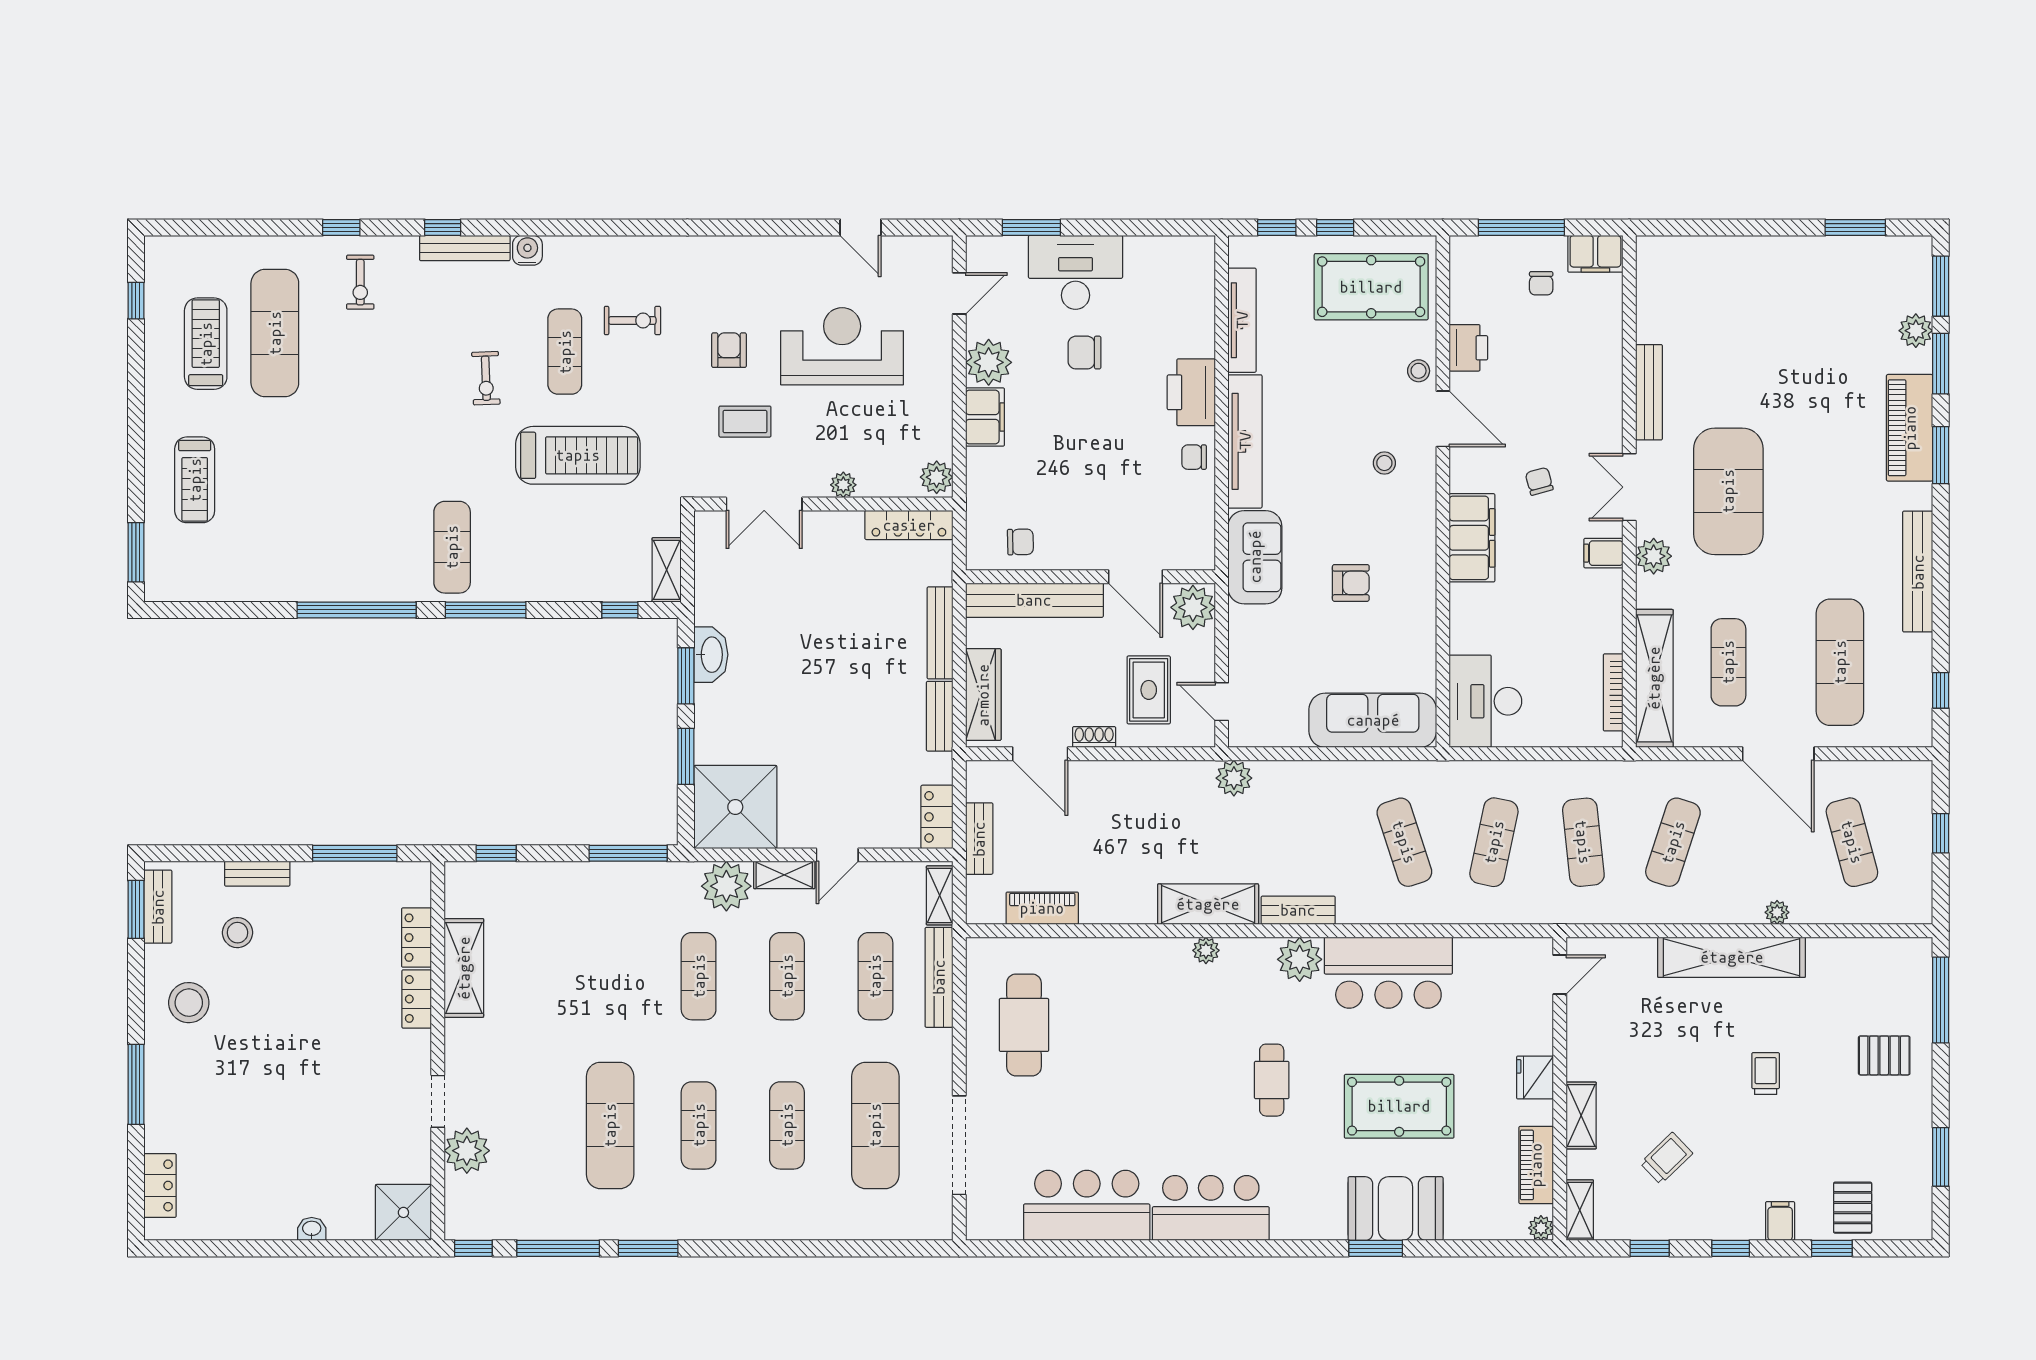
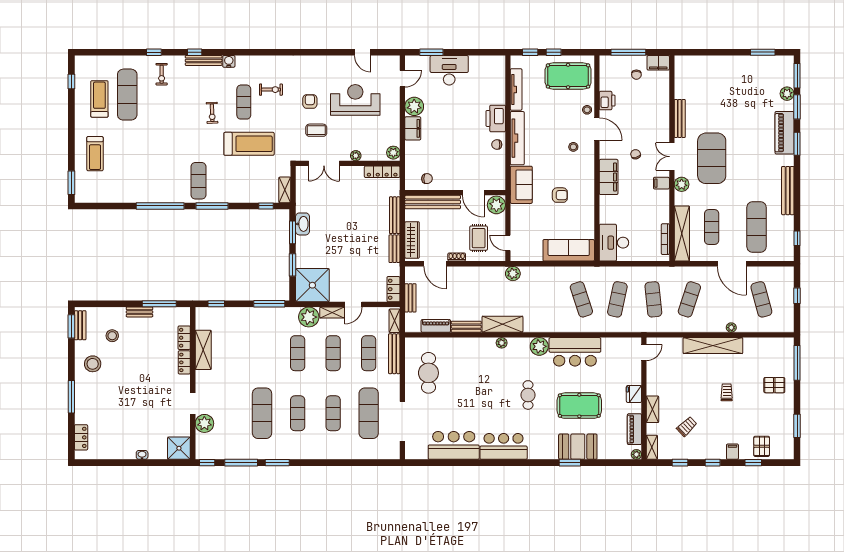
chair: (1084, 353) -> (453, 102), removed
bench: (257, 874) -> (139, 312), moved
bench: (1298, 910) -> (466, 327), moved

